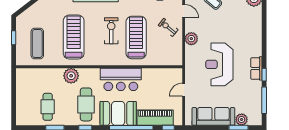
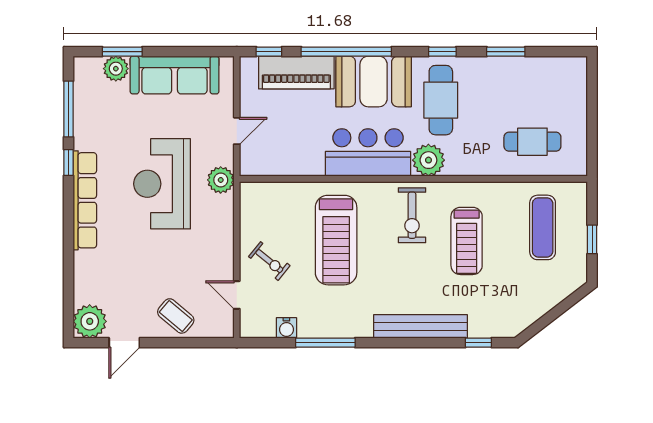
exercise bike: (111, 31) -> (412, 215), moved
treadmill: (74, 37) -> (467, 241), width x0.73, depth x0.73
plant: (191, 39) -> (221, 180), moved
reception desk: (219, 64) -> (162, 184), turned 180
row of seats: (256, 68) -> (85, 200), width x2.02
plant: (71, 76) -> (428, 160), moved
cafe table: (48, 107) -> (532, 142), moved, turned 90

